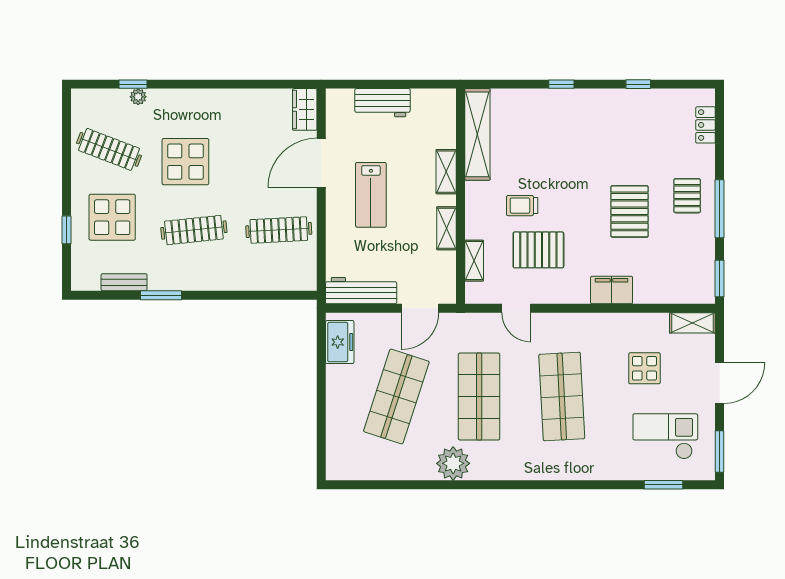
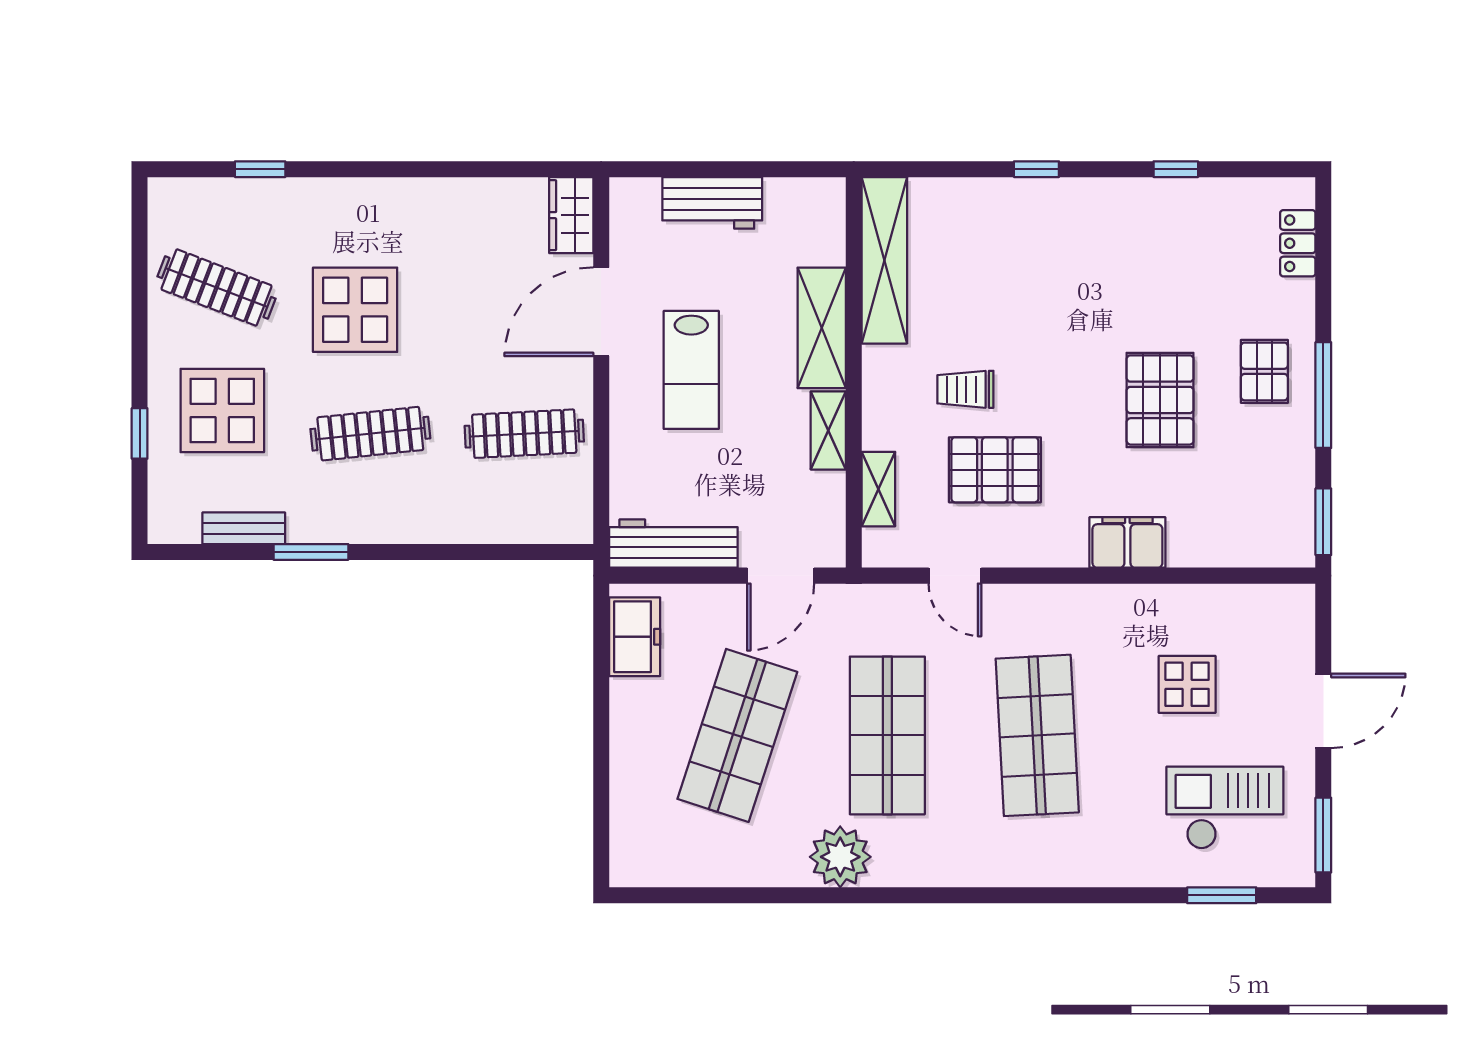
plant: (138, 97) -> (269, 192), removed
shelving: (446, 172) -> (822, 328), width x1.50, depth x1.33
shelving: (692, 323) -> (1274, 602), removed

